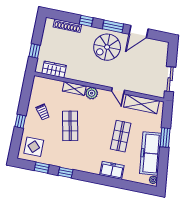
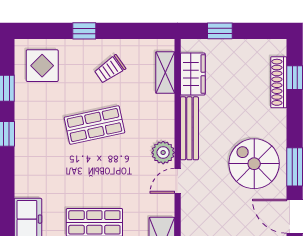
window: (86, 21) -> (295, 78), moved
bench: (82, 77) -> (189, 128), added
shelving: (74, 88) -> (165, 73), moved
door: (118, 91) -> (178, 181), moved

